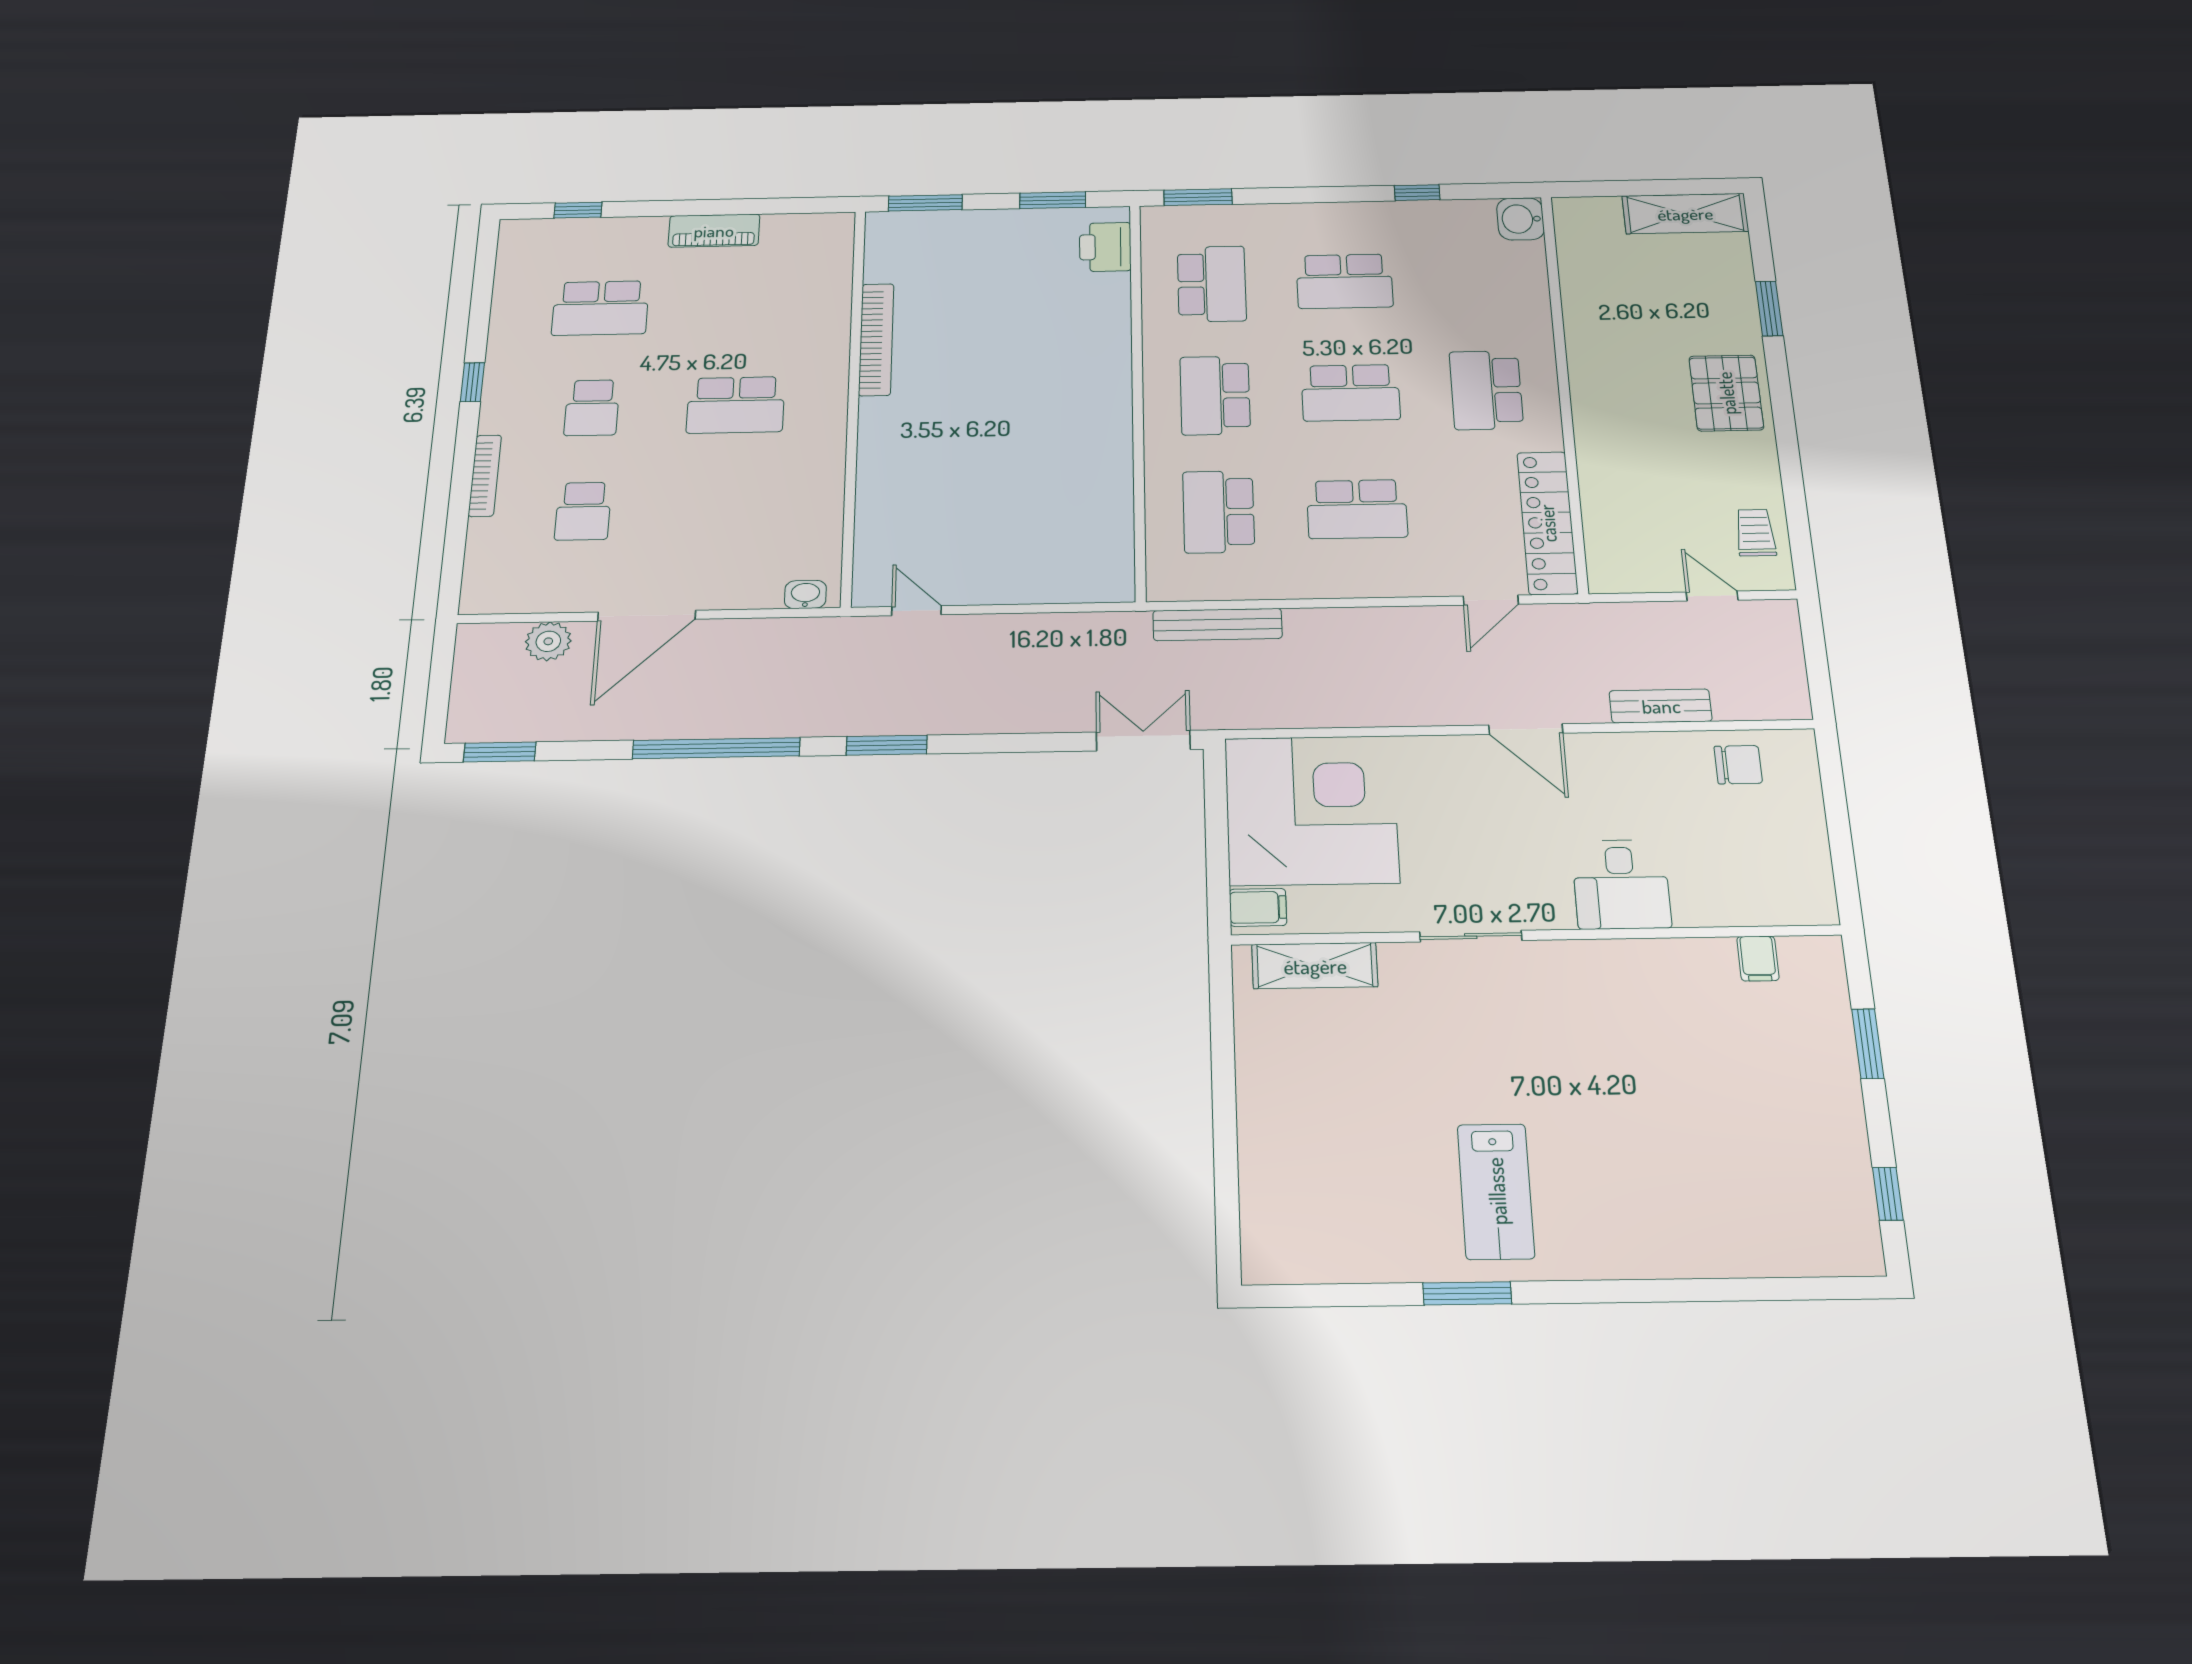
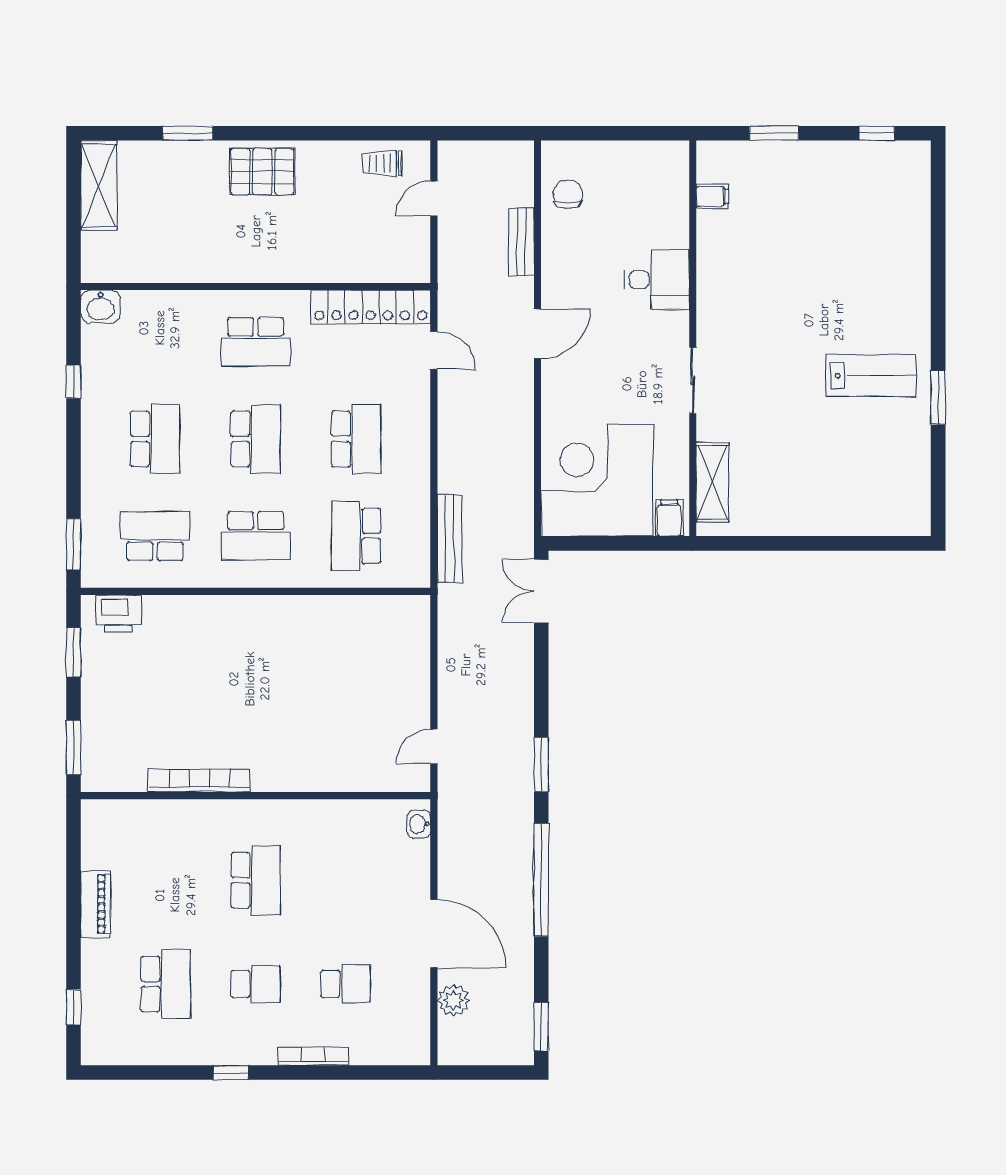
school desk: (1219, 512) -> (356, 536), turned 90

